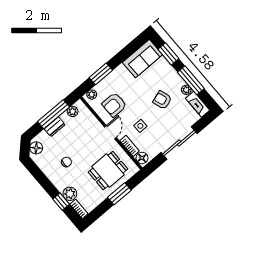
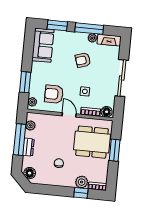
armchair: (114, 105) -> (54, 94), turned 90
dining table: (108, 171) -> (92, 142), width x1.38

